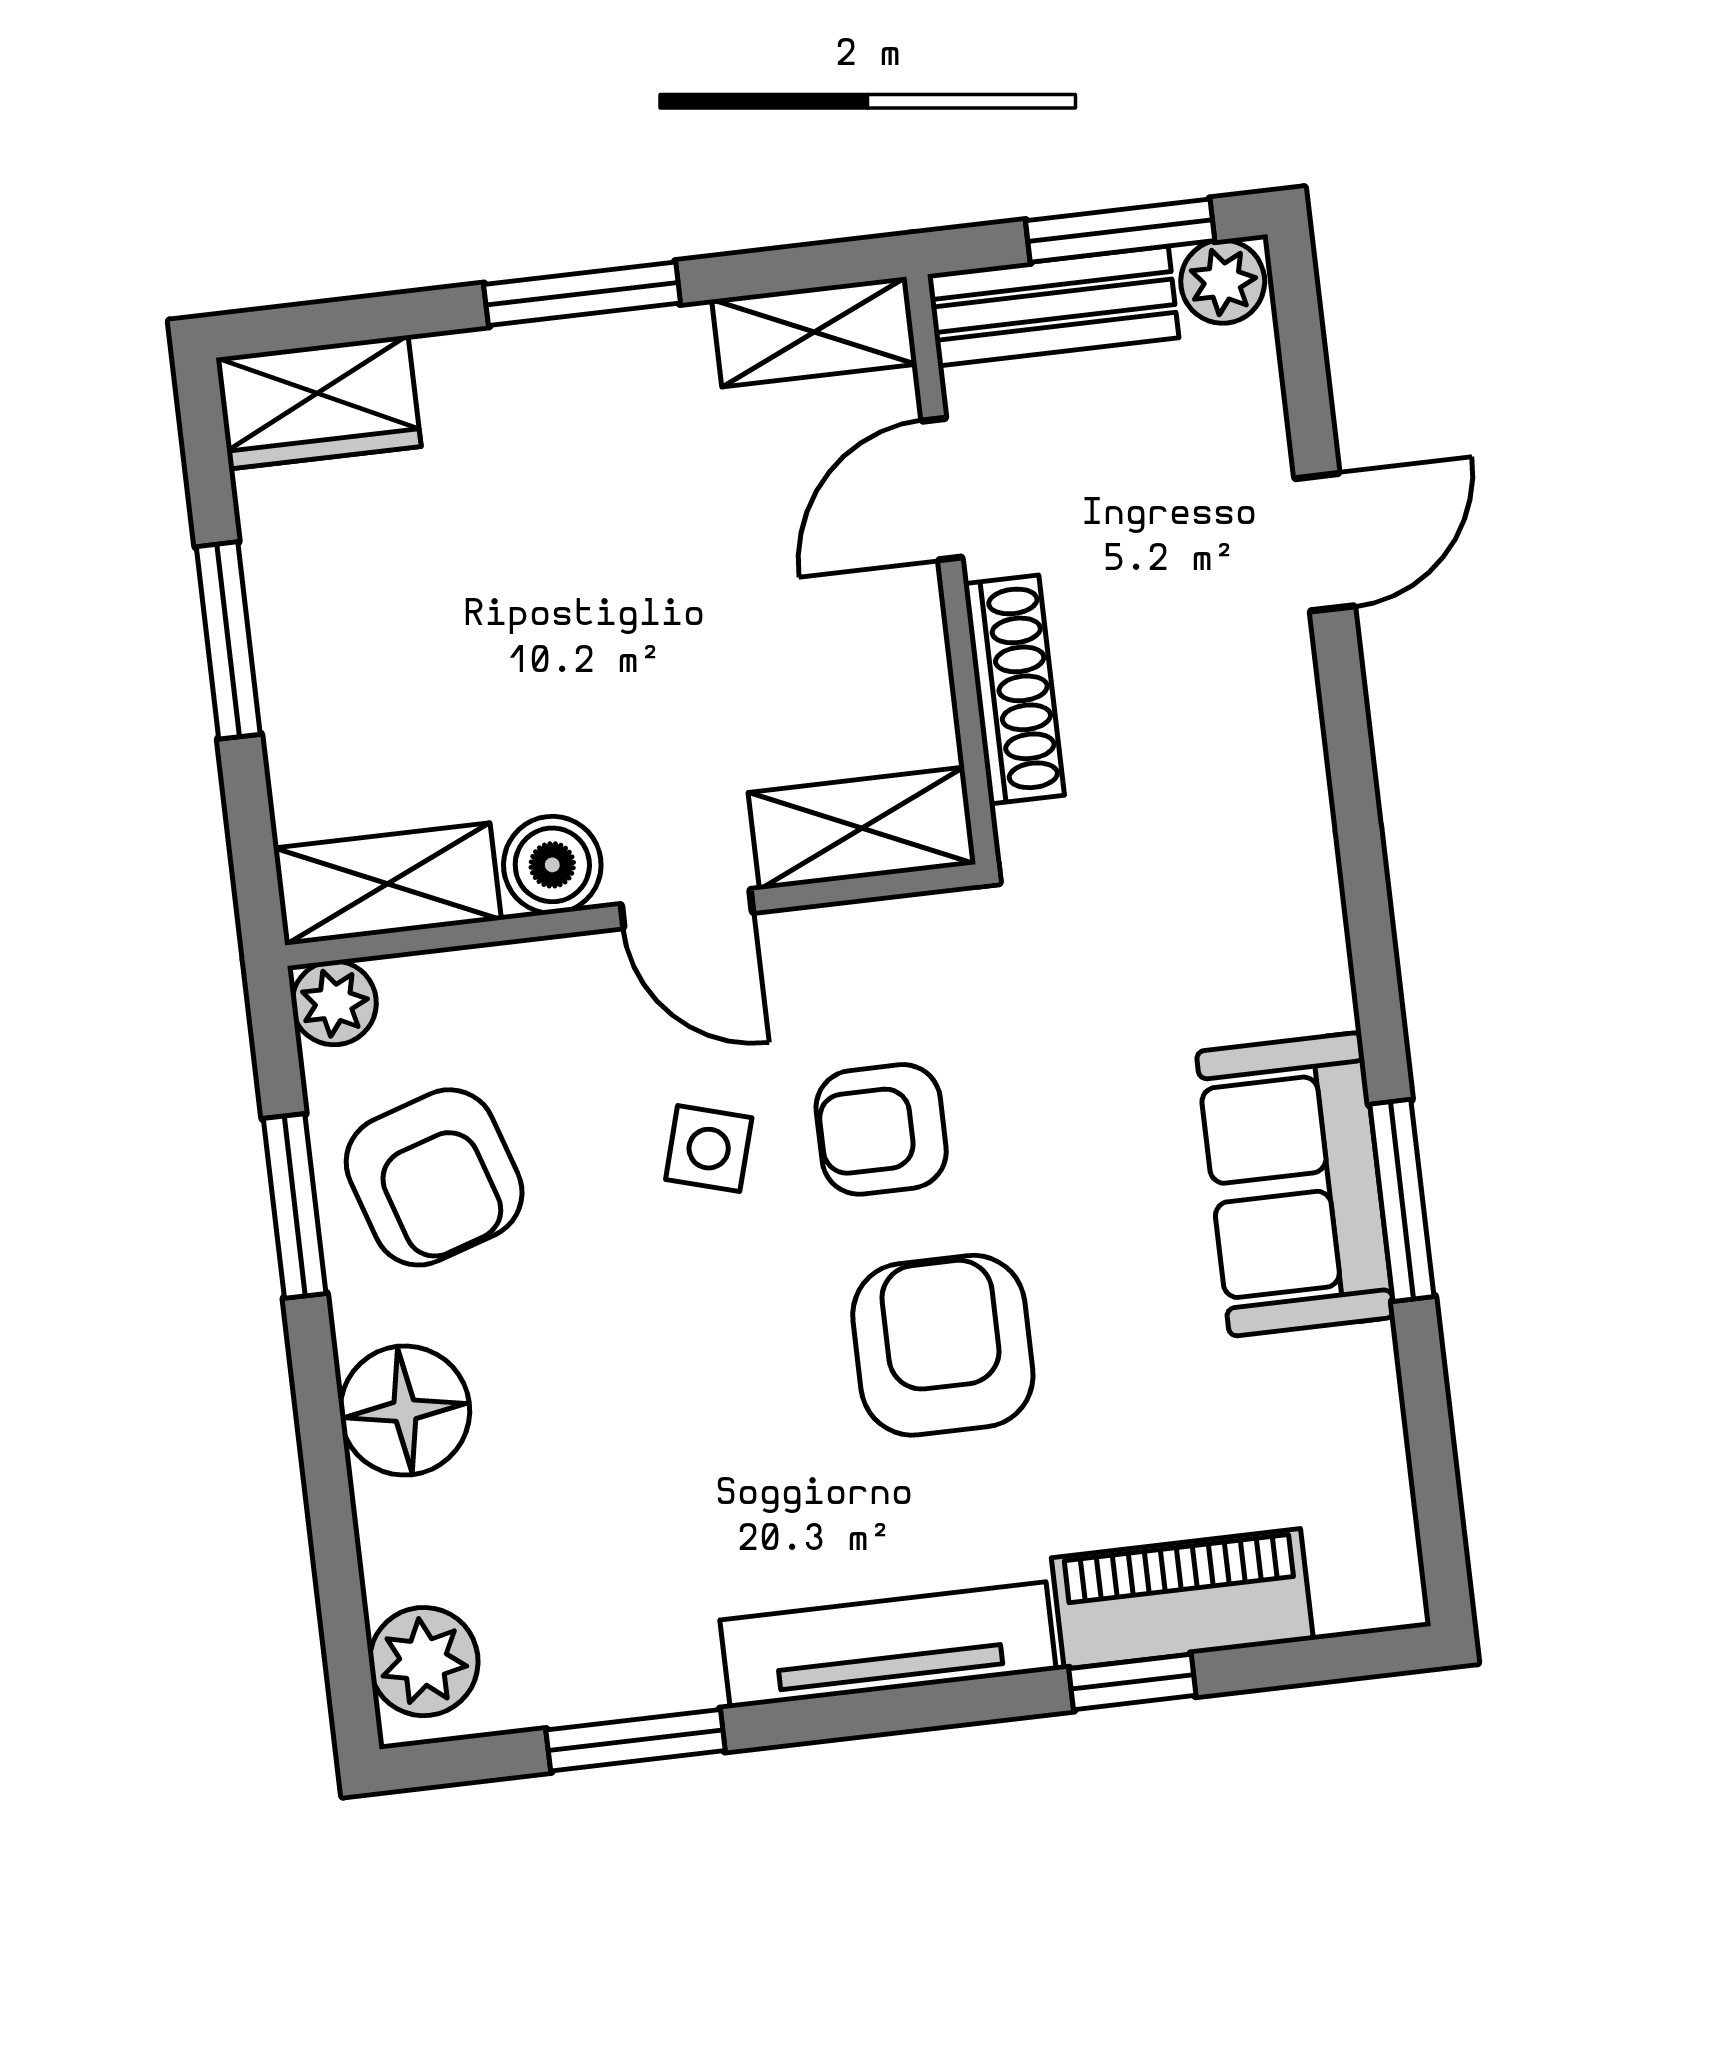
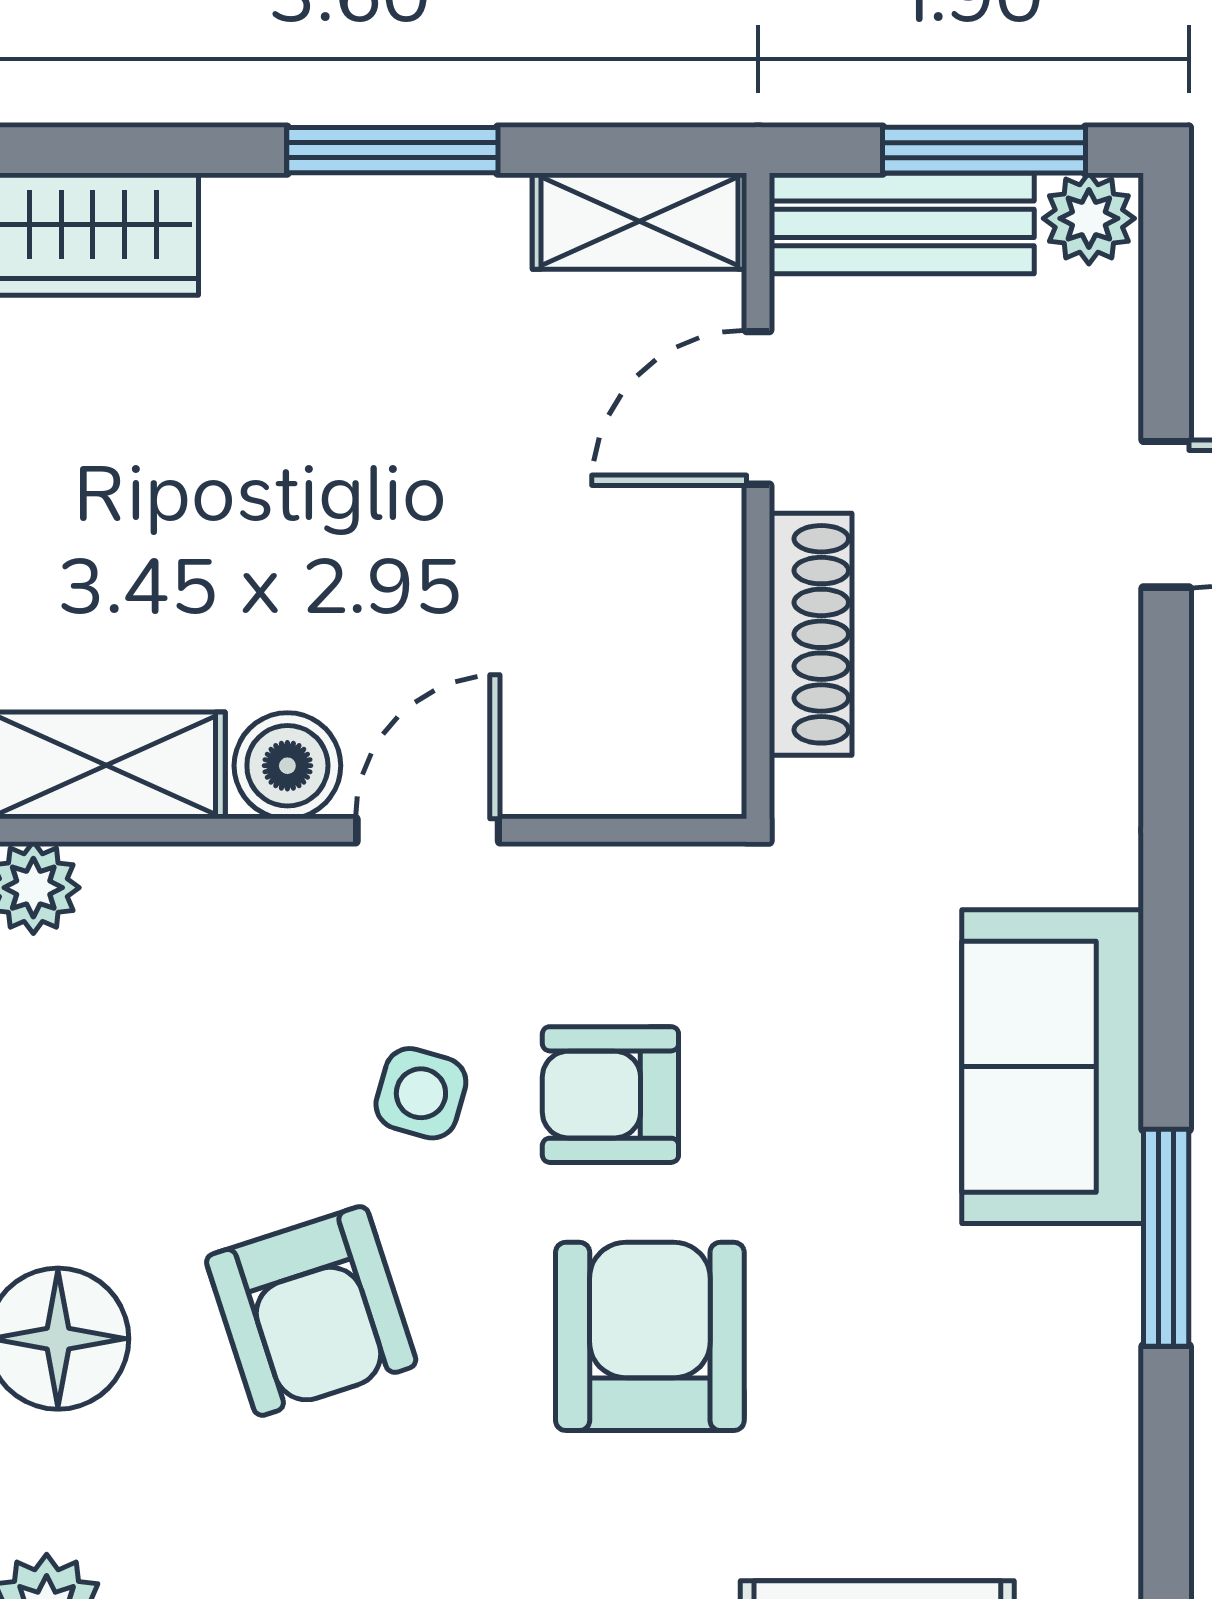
shelving: (862, 828) -> (628, 765), removed
door: (687, 909) -> (428, 830), swing flipped
armchair: (434, 1177) -> (311, 1311), moved
sofa: (1295, 1184) -> (1053, 1067), moved

